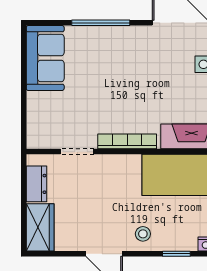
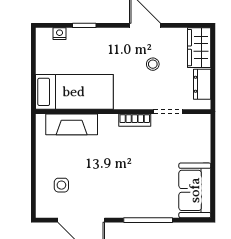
bookcase: (127, 141) -> (135, 120), width x0.64
stool: (143, 234) -> (153, 64), moved

